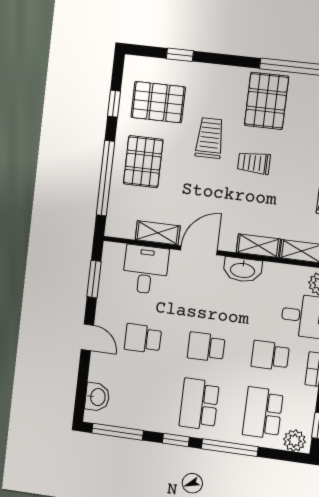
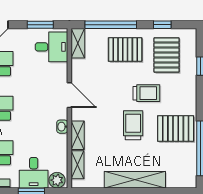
trolley: (254, 163) -> (133, 125), width x1.36, depth x1.39
shelving: (158, 233) -> (78, 43), moved
desk: (146, 270) -> (51, 47), moved
washbasin: (243, 270) -> (62, 127), width x0.52, depth x0.69

